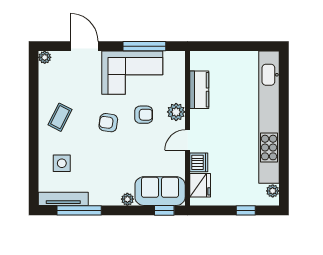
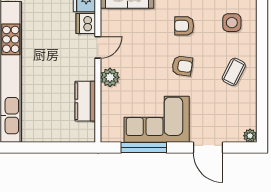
armchair: (144, 115) -> (184, 26), moved

